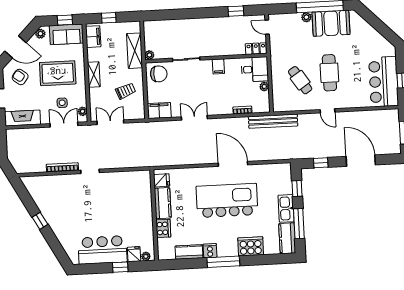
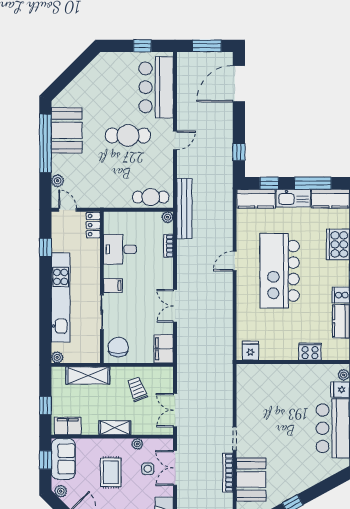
plant: (306, 17) -> (58, 181), moved
kitchen unit: (196, 25) -> (61, 297), added
door: (267, 27) -> (67, 210), swing flipped
plant: (149, 55) -> (57, 357), moved
filing cabinet: (218, 66) -> (113, 286), moved
desk: (255, 69) -> (120, 249), moved, turned -90
rug: (58, 73) -> (111, 472), width x0.73, depth x0.70
cafe table: (300, 80) -> (151, 197), moved, turned 33
bar counter: (384, 82) -> (156, 87), moved, turned 90
plant: (264, 87) -> (168, 217), moved
plant: (83, 111) -> (137, 444), moved
door: (361, 161) -> (239, 84), moved
door: (233, 164) -> (235, 261), width x0.53
booth: (58, 186) -> (251, 480), added
kitchen counter: (163, 203) -> (256, 199), moved, turned 180

